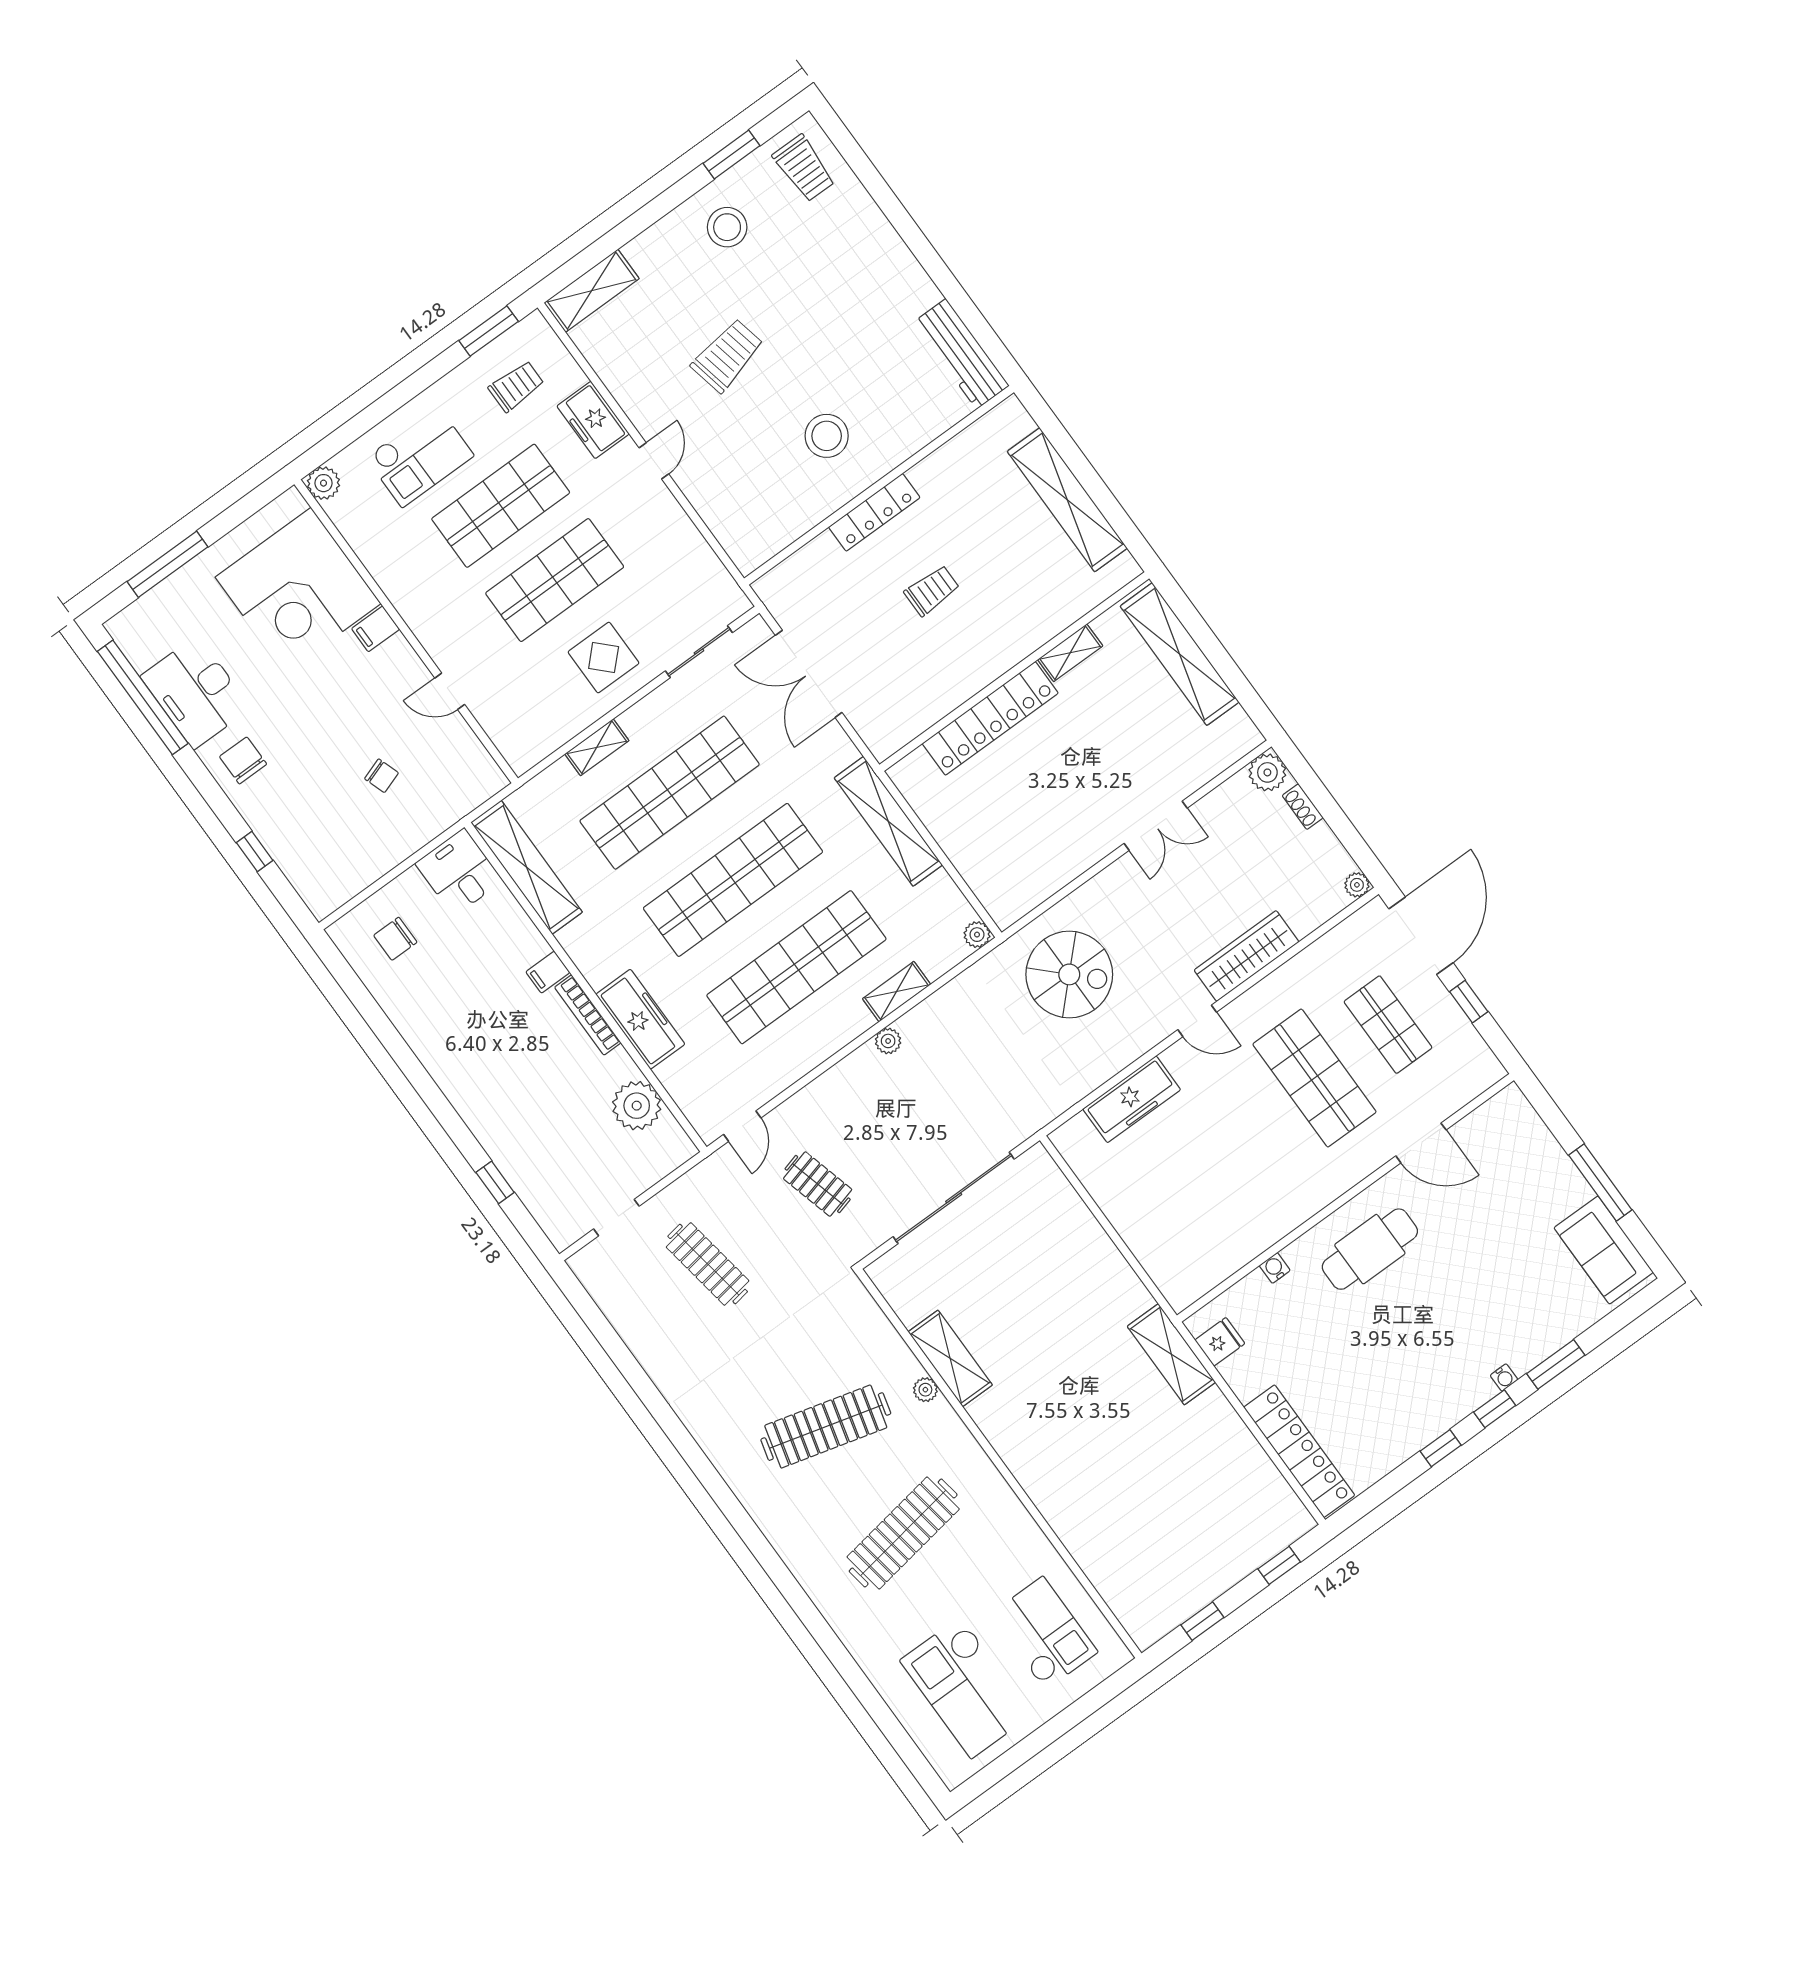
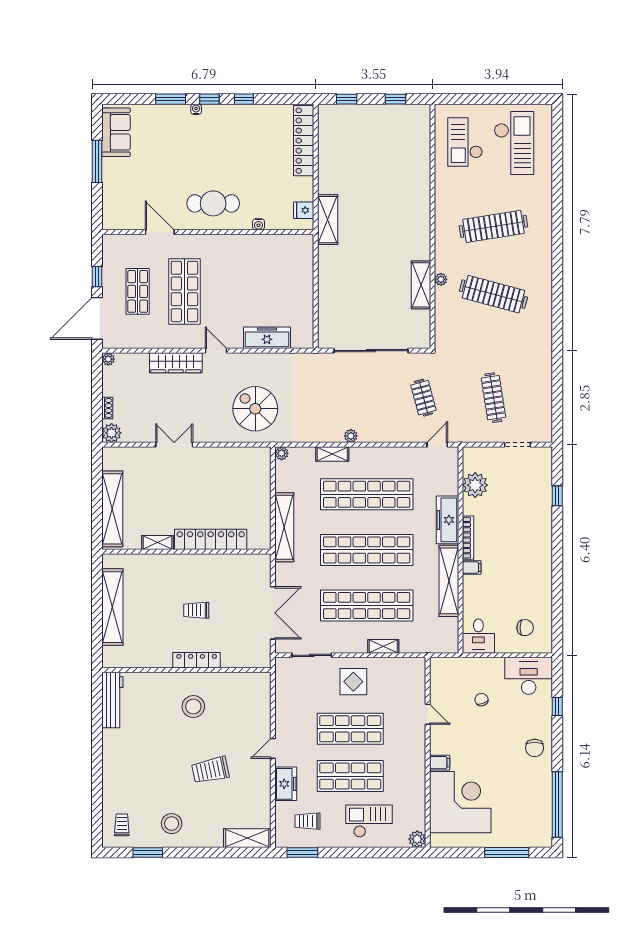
trolley: (804, 168) -> (122, 825), width x0.73, depth x0.72
desk: (196, 692) -> (529, 676), moved, turned -90
shelving: (527, 867) -> (449, 581), moved

